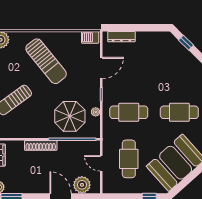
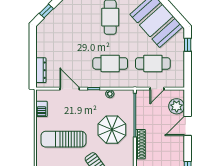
barbecue: (90, 37) -> (42, 109), moved
sun lounger: (46, 61) -> (63, 139), turned -141
cafe table: (129, 112) -> (110, 63), turned 90
parasol: (70, 116) -> (112, 130), moved

